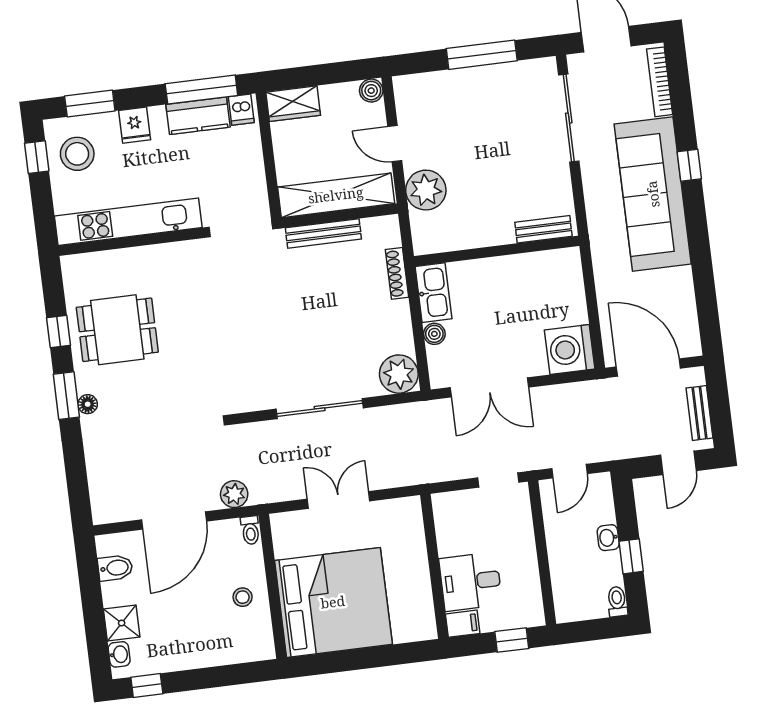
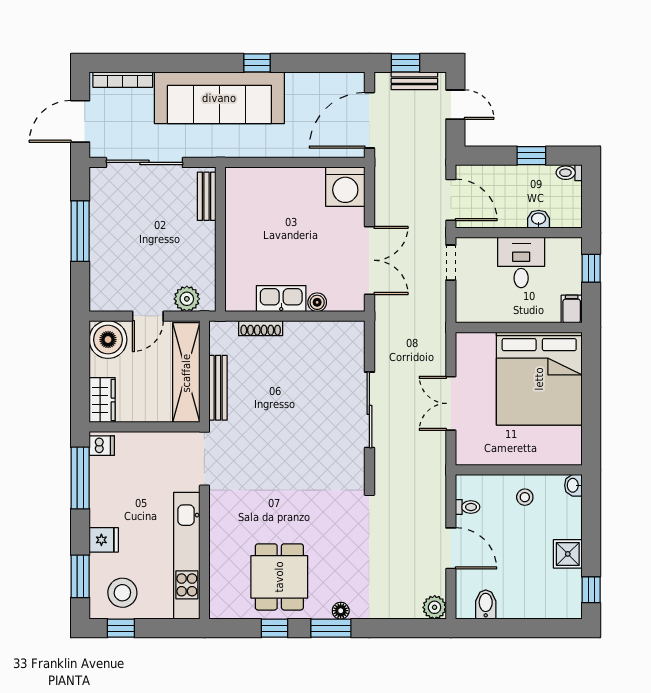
boiler: (371, 91) -> (108, 340), width x1.86, depth x1.86
kitchen counter: (198, 116) -> (102, 484), removed
window: (689, 165) -> (257, 63), moved
plant: (426, 190) -> (187, 299), width x0.73, depth x0.73
bench: (543, 229) -> (207, 196), moved
wall: (497, 251) -> (220, 239), moved
plant: (399, 374) -> (348, 338), removed
window: (719, 400) -> (406, 63), added
door: (570, 471) -> (451, 200), width x1.38
plant: (234, 494) -> (435, 607), moved
door: (174, 520) -> (451, 548), width x0.73
toilet: (250, 530) -> (468, 507), moved
washbasin: (608, 538) -> (539, 219), moved, turned 180
desk: (471, 582) -> (521, 262), moved, turned 180
bed: (333, 602) -> (539, 379), moved, turned 180
shower: (122, 623) -> (568, 554), moved
washbasin: (119, 654) -> (573, 485), moved, turned -90

